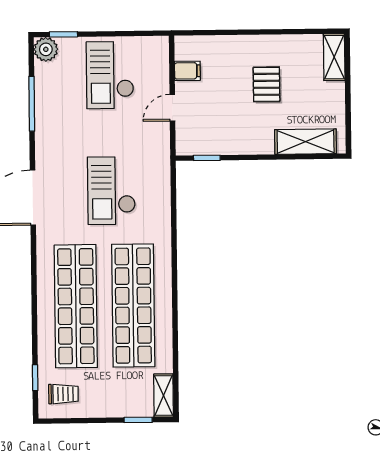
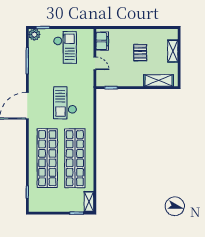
shelving: (334, 57) -> (173, 51), moved
filing cabinet: (187, 71) -> (102, 41), width x2.00
checkout: (110, 75) -> (65, 47), turned 180
door: (172, 108) -> (95, 63), swing flipped
trolley: (63, 394) -> (41, 200), removed

